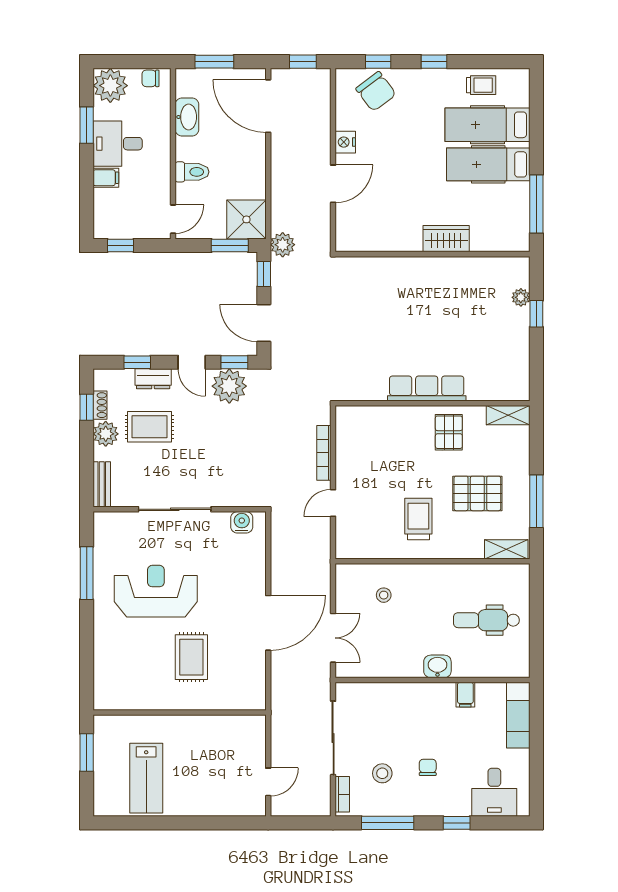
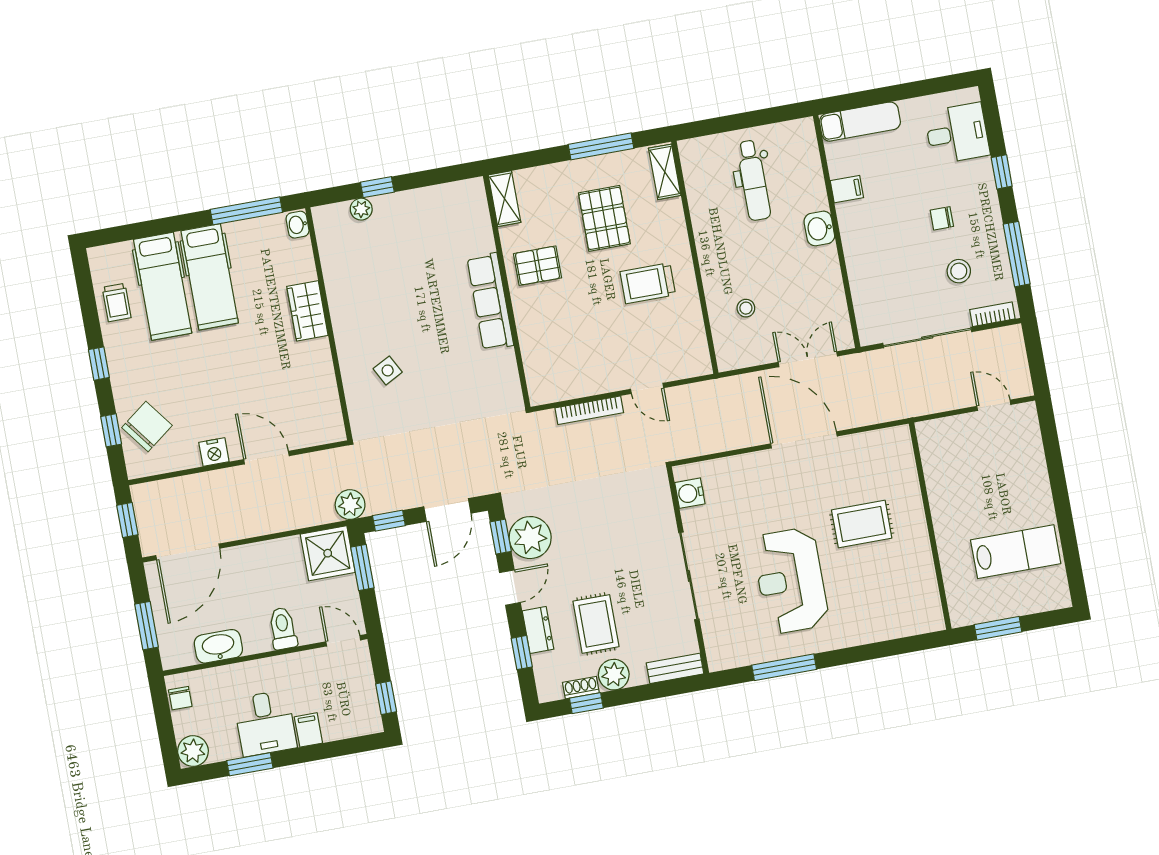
trolley: (481, 85) -> (117, 303), turned 180
plant: (110, 86) -> (193, 751), width x0.73, depth x0.73
washbasin: (518, 243) -> (298, 225), added
side table: (386, 295) -> (388, 370), added

